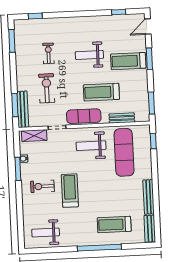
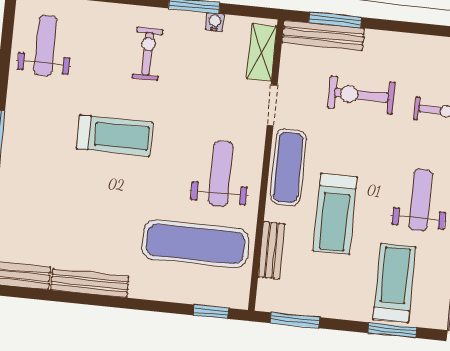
exercise bike: (47, 88) -> (361, 95), turned 180
treadmill: (101, 92) -> (335, 214), turned 180
treadmill: (70, 191) -> (115, 136), moved
treadmill: (114, 225) -> (40, 199), removed

